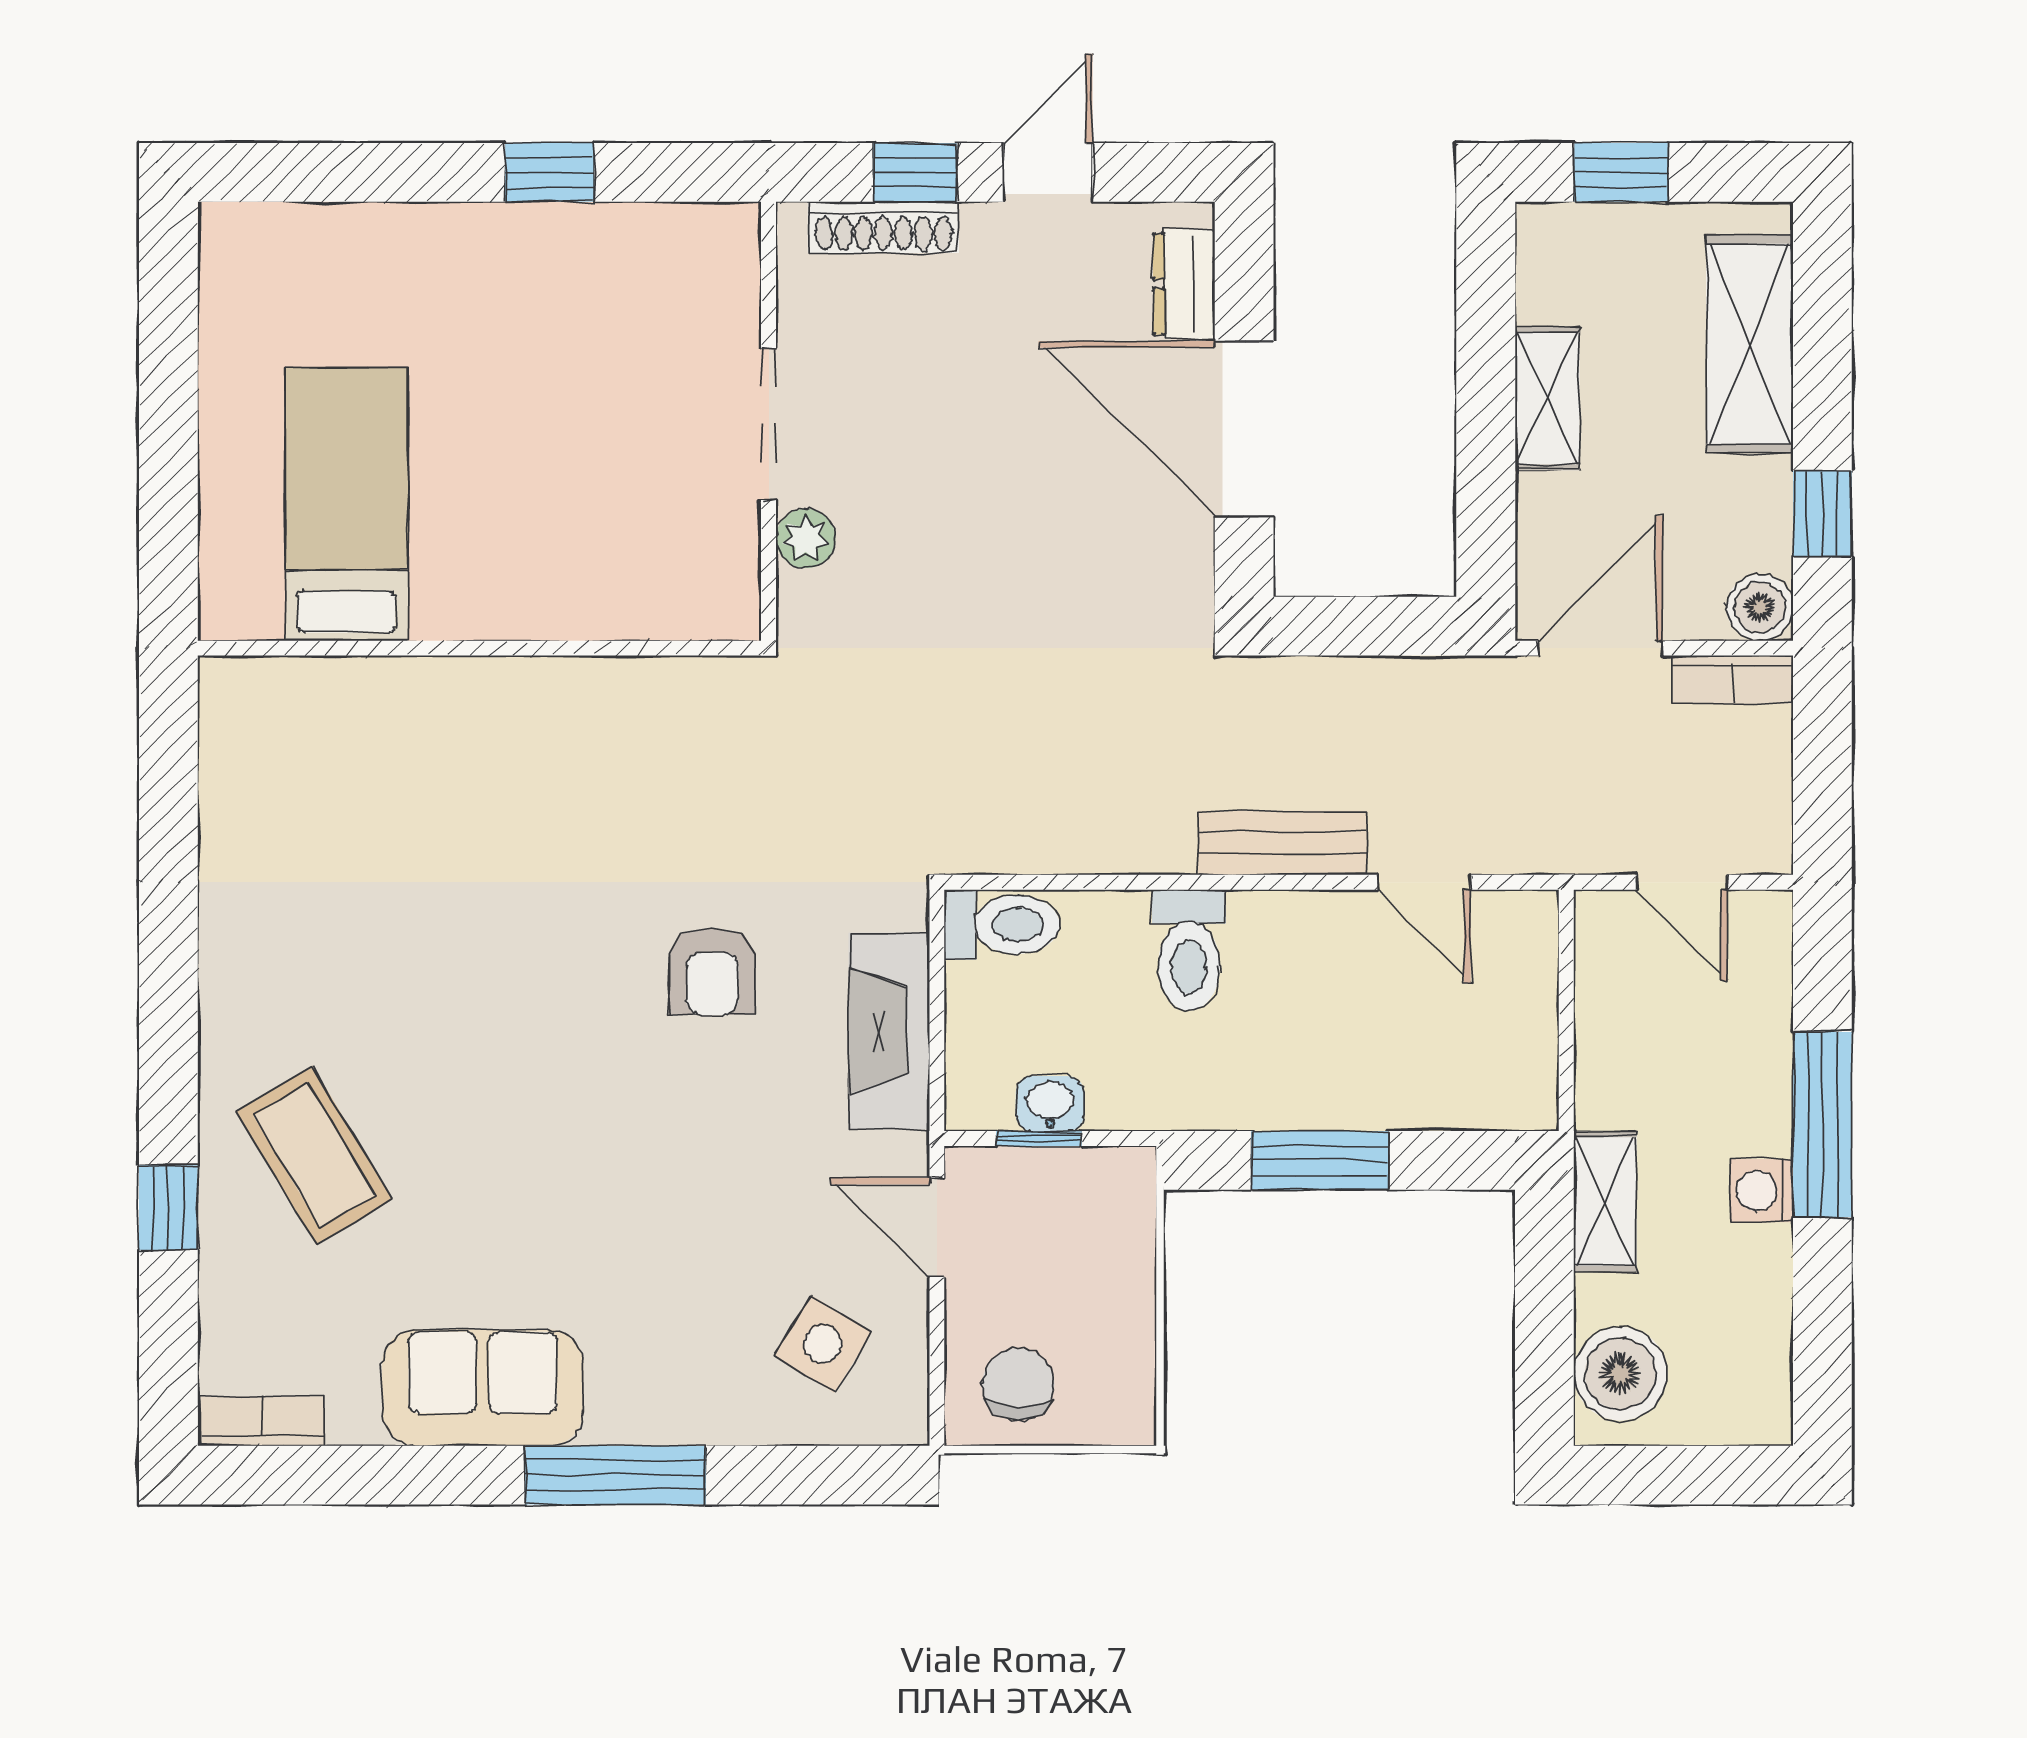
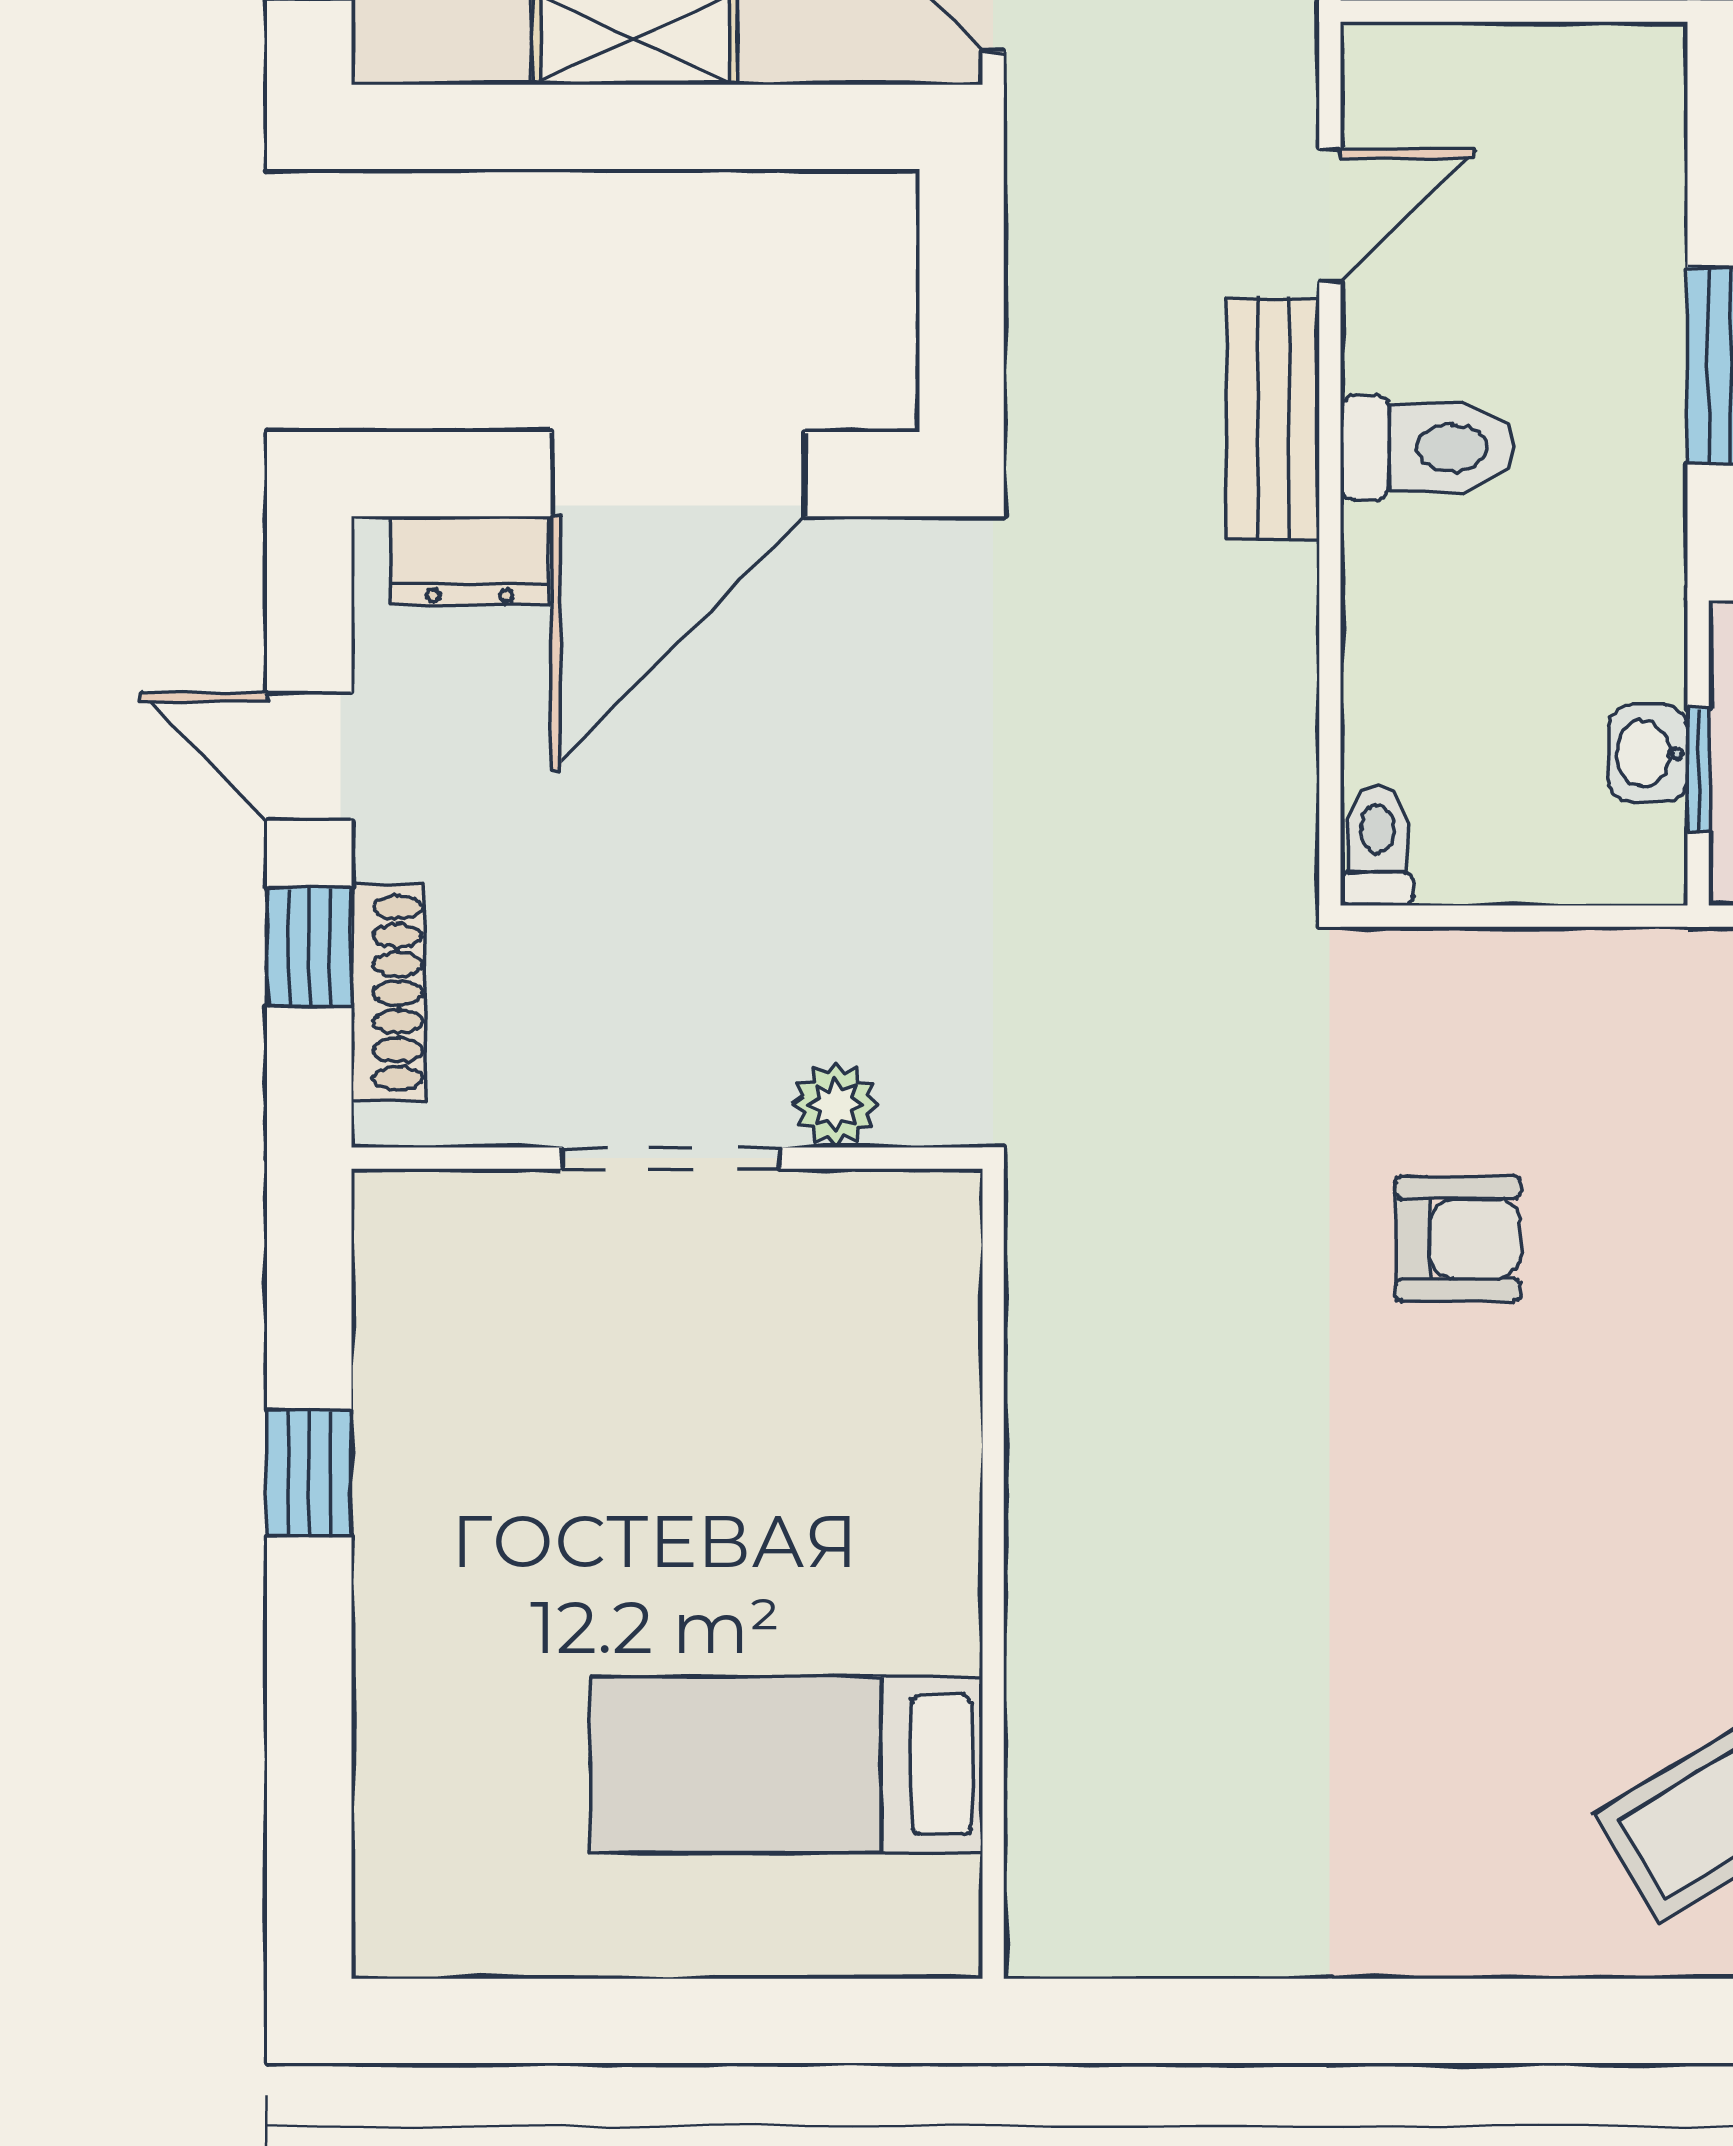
toilet: (1002, 925) -> (1377, 846), width x0.73, depth x0.72
toilet: (1189, 950) -> (1427, 448), moved
fireplace: (889, 1031) -> (1544, 985), removed

